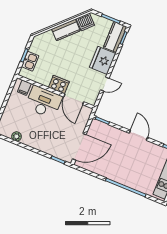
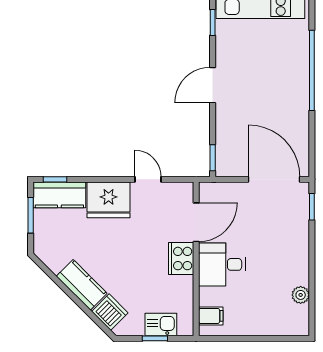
dishwasher: (85, 22) -> (110, 312), moved
desk: (44, 102) -> (222, 264), width x0.73

